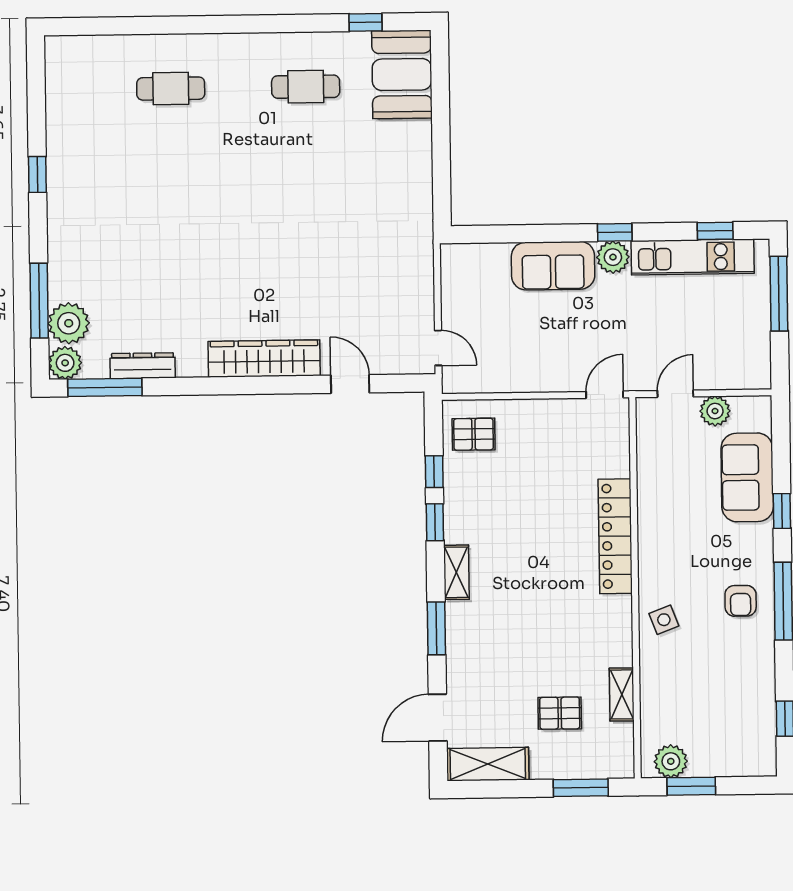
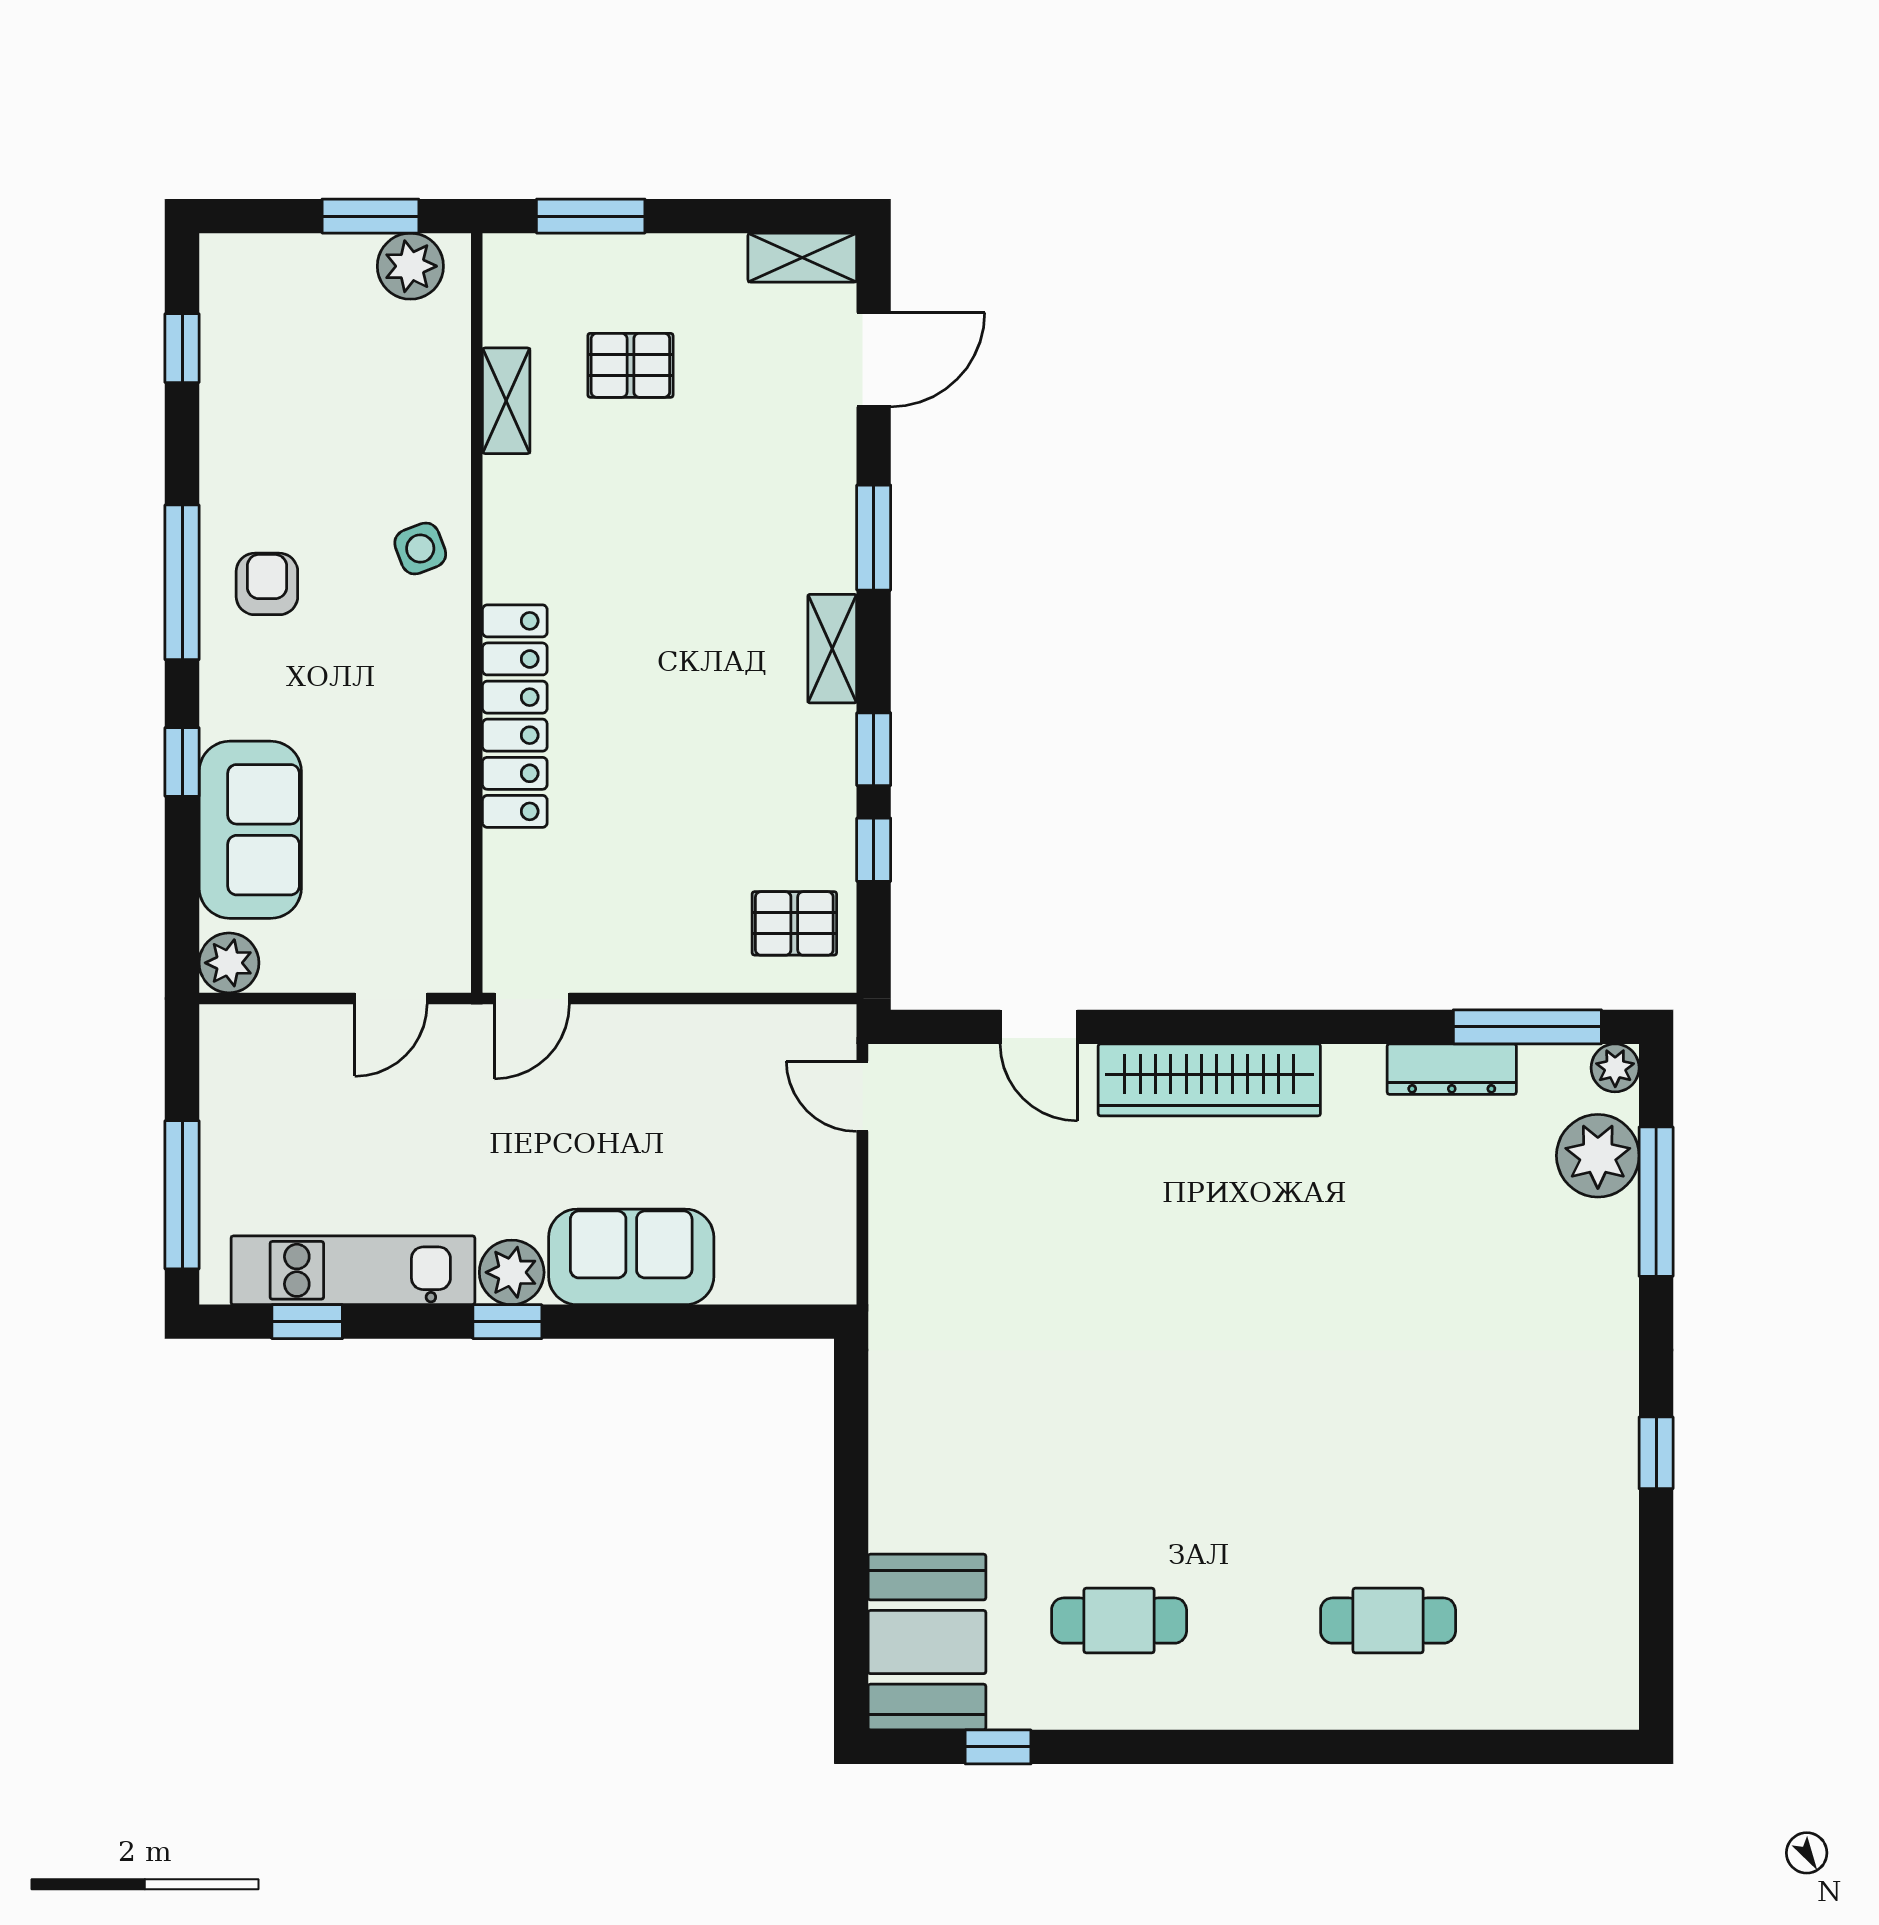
plant: (65, 363) -> (1615, 1068), width x0.73, depth x0.73
plant: (715, 411) -> (229, 963), moved
shelving: (488, 764) -> (802, 258), width x0.67, depth x0.75

